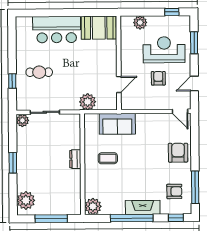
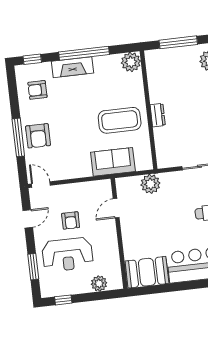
coffee table: (108, 158) -> (120, 120), width x1.86, depth x1.72
window: (195, 187) -> (18, 137), moved

